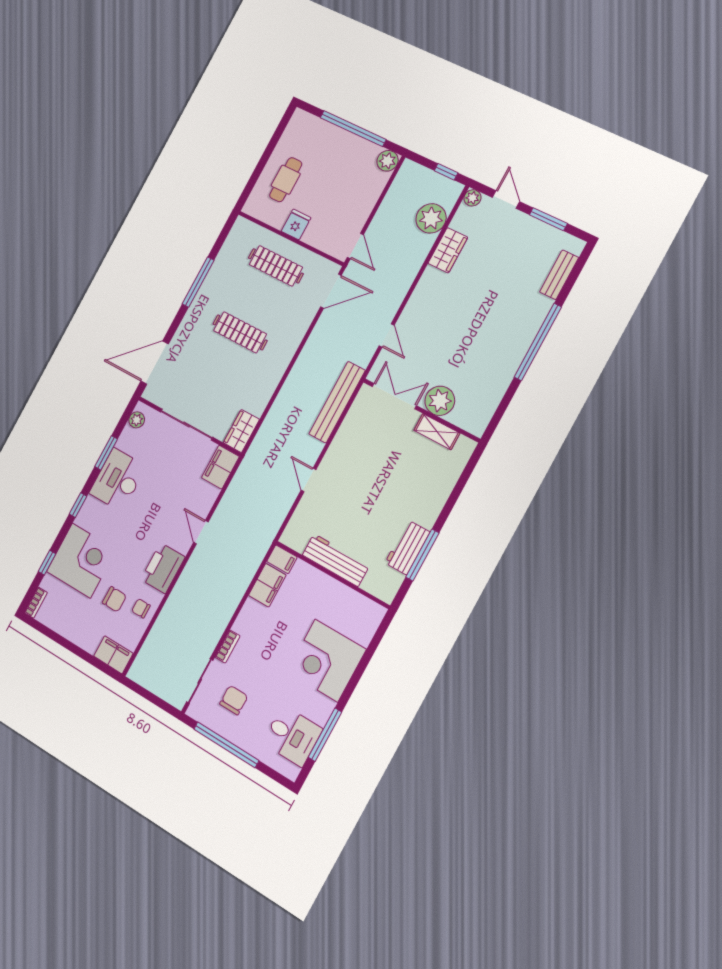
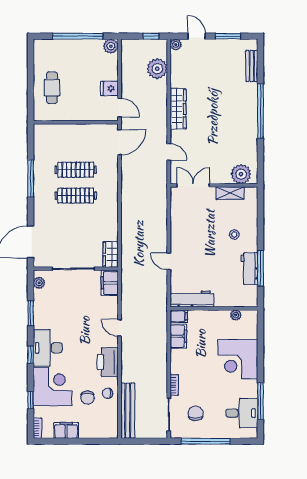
fridge: (296, 224) -> (109, 88), moved, turned -90
wardrobe: (448, 250) -> (178, 109), moved, width x1.50
clothes rail: (276, 266) -> (76, 170), moved
plant: (440, 401) -> (241, 174), moved
bench: (337, 402) -> (128, 411), moved
desk: (118, 480) -> (48, 348), moved
stool: (412, 490) -> (234, 235), added
workbench: (336, 560) -> (192, 299), moved
chair: (114, 599) -> (87, 398), turned 90
plant: (356, 600) -> (236, 315), added
filing cabinet: (113, 655) -> (66, 430), moved

